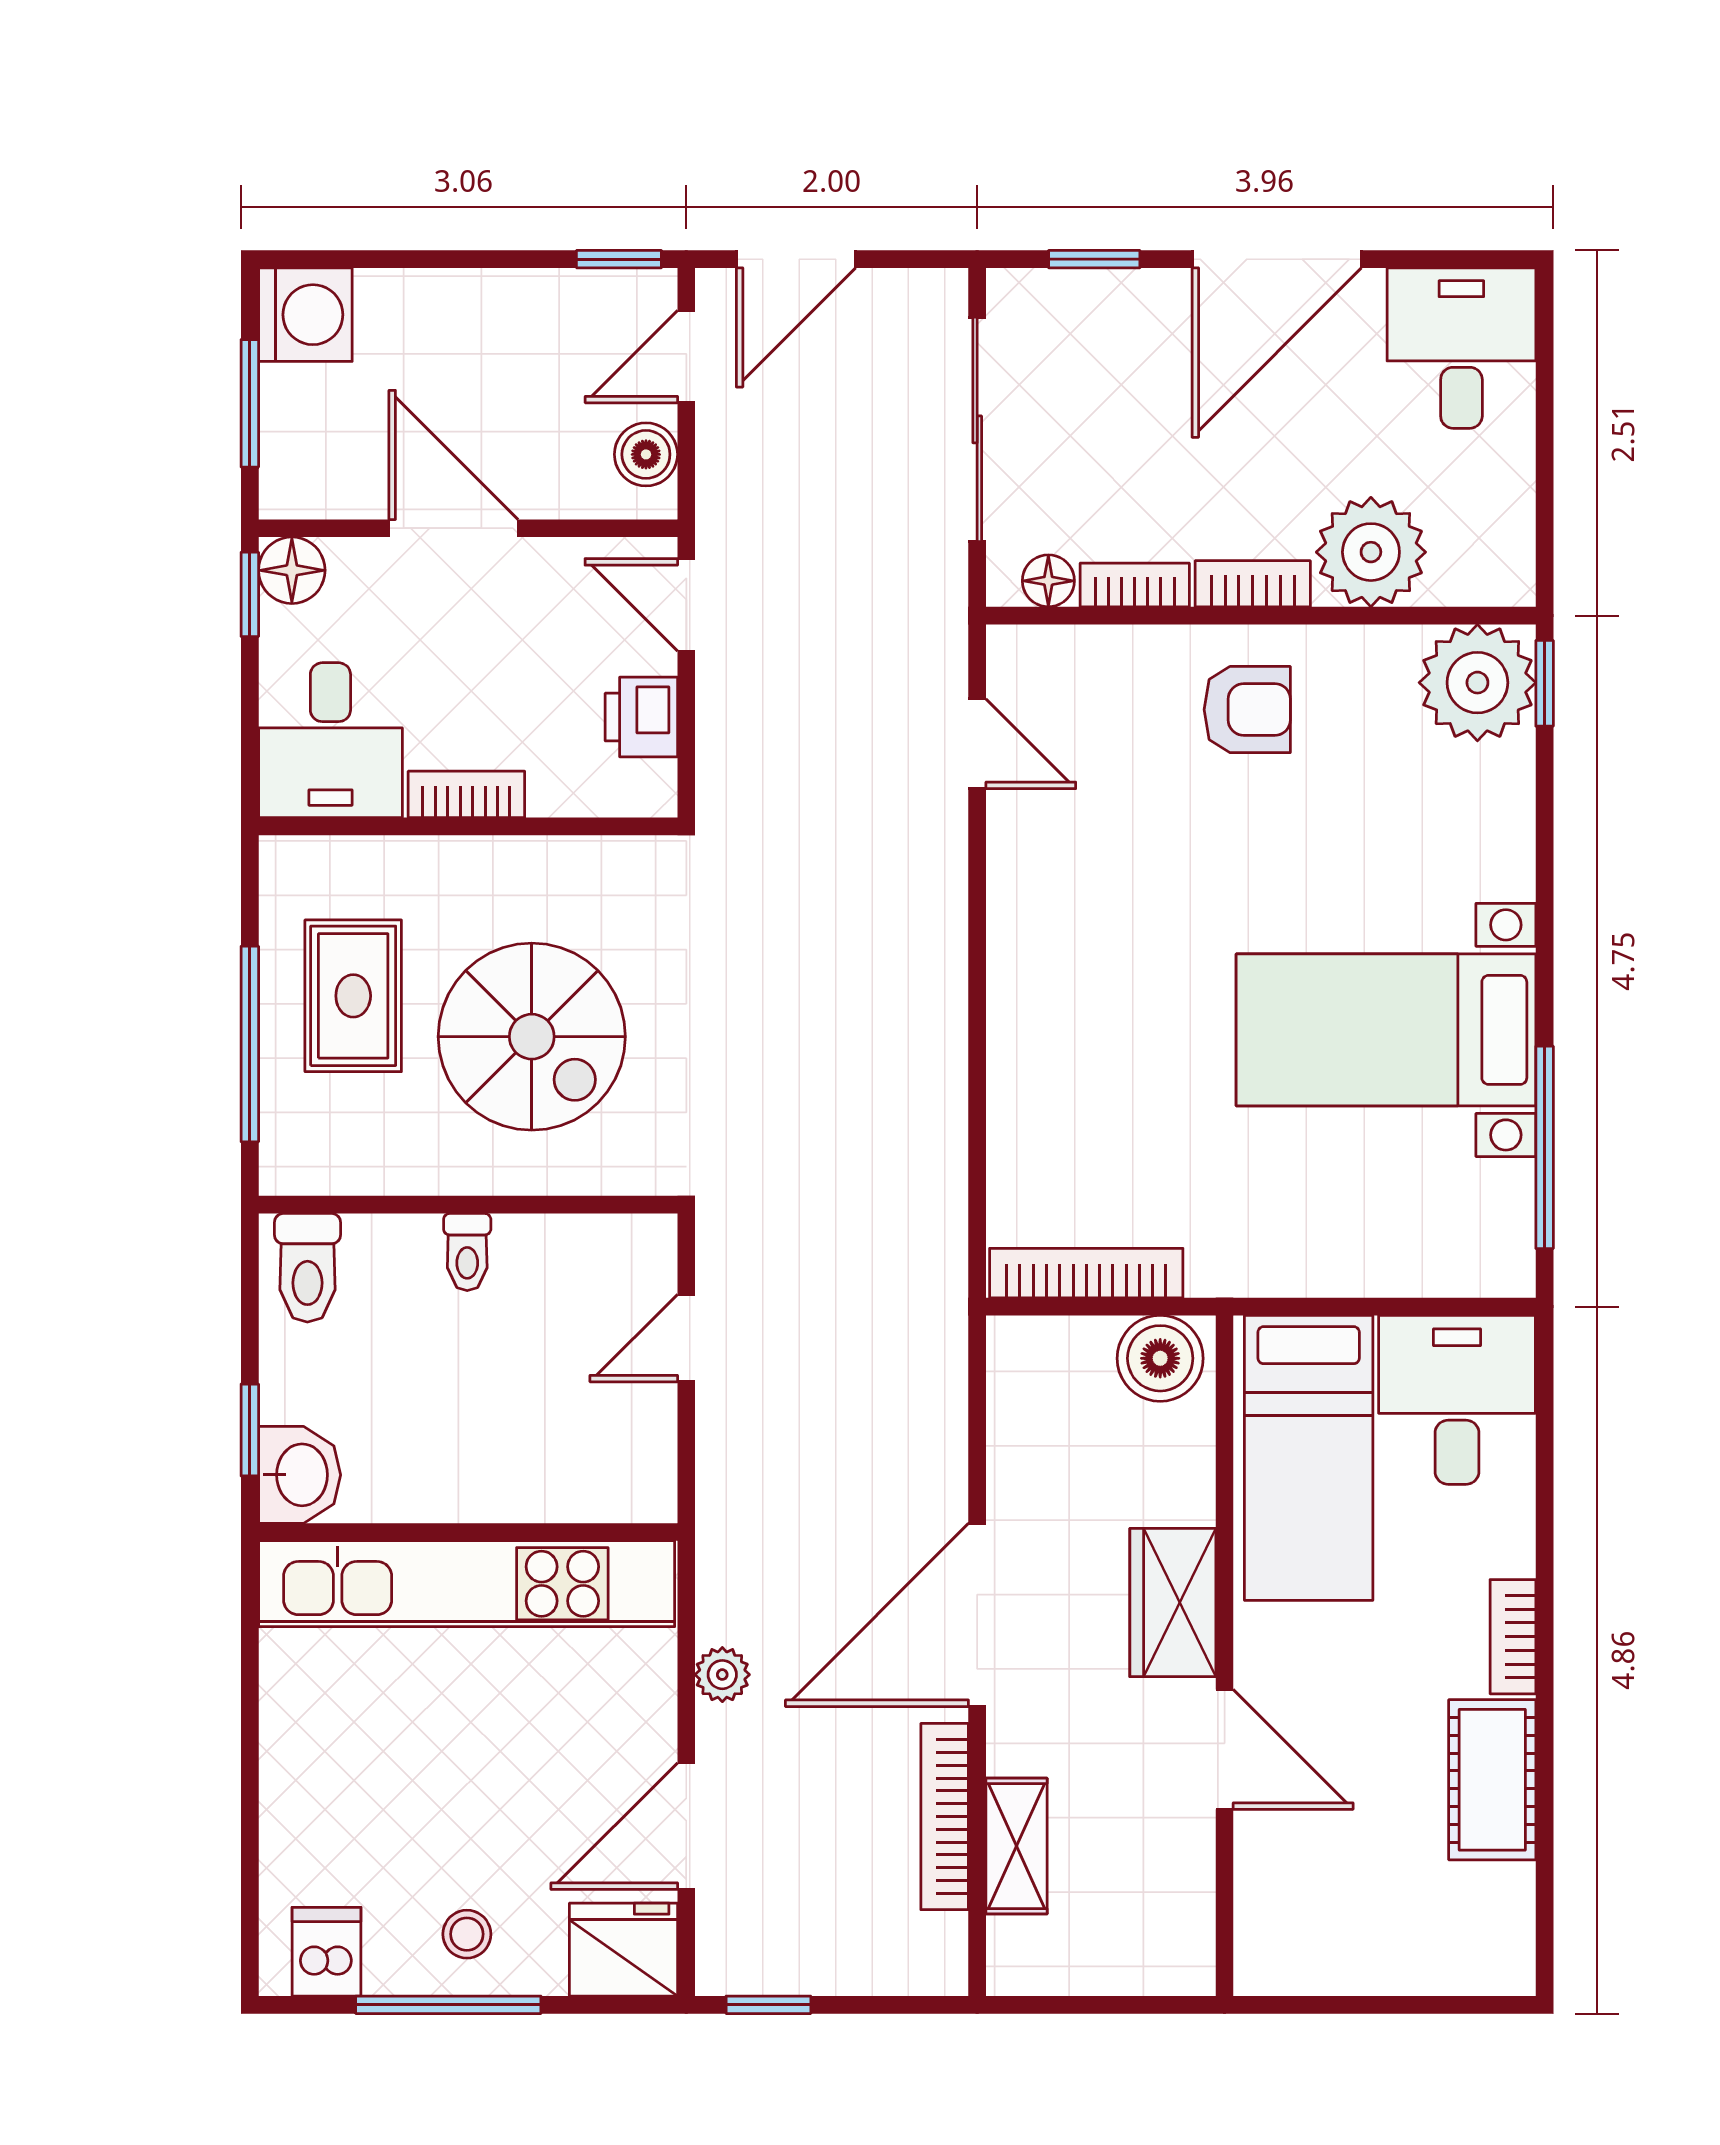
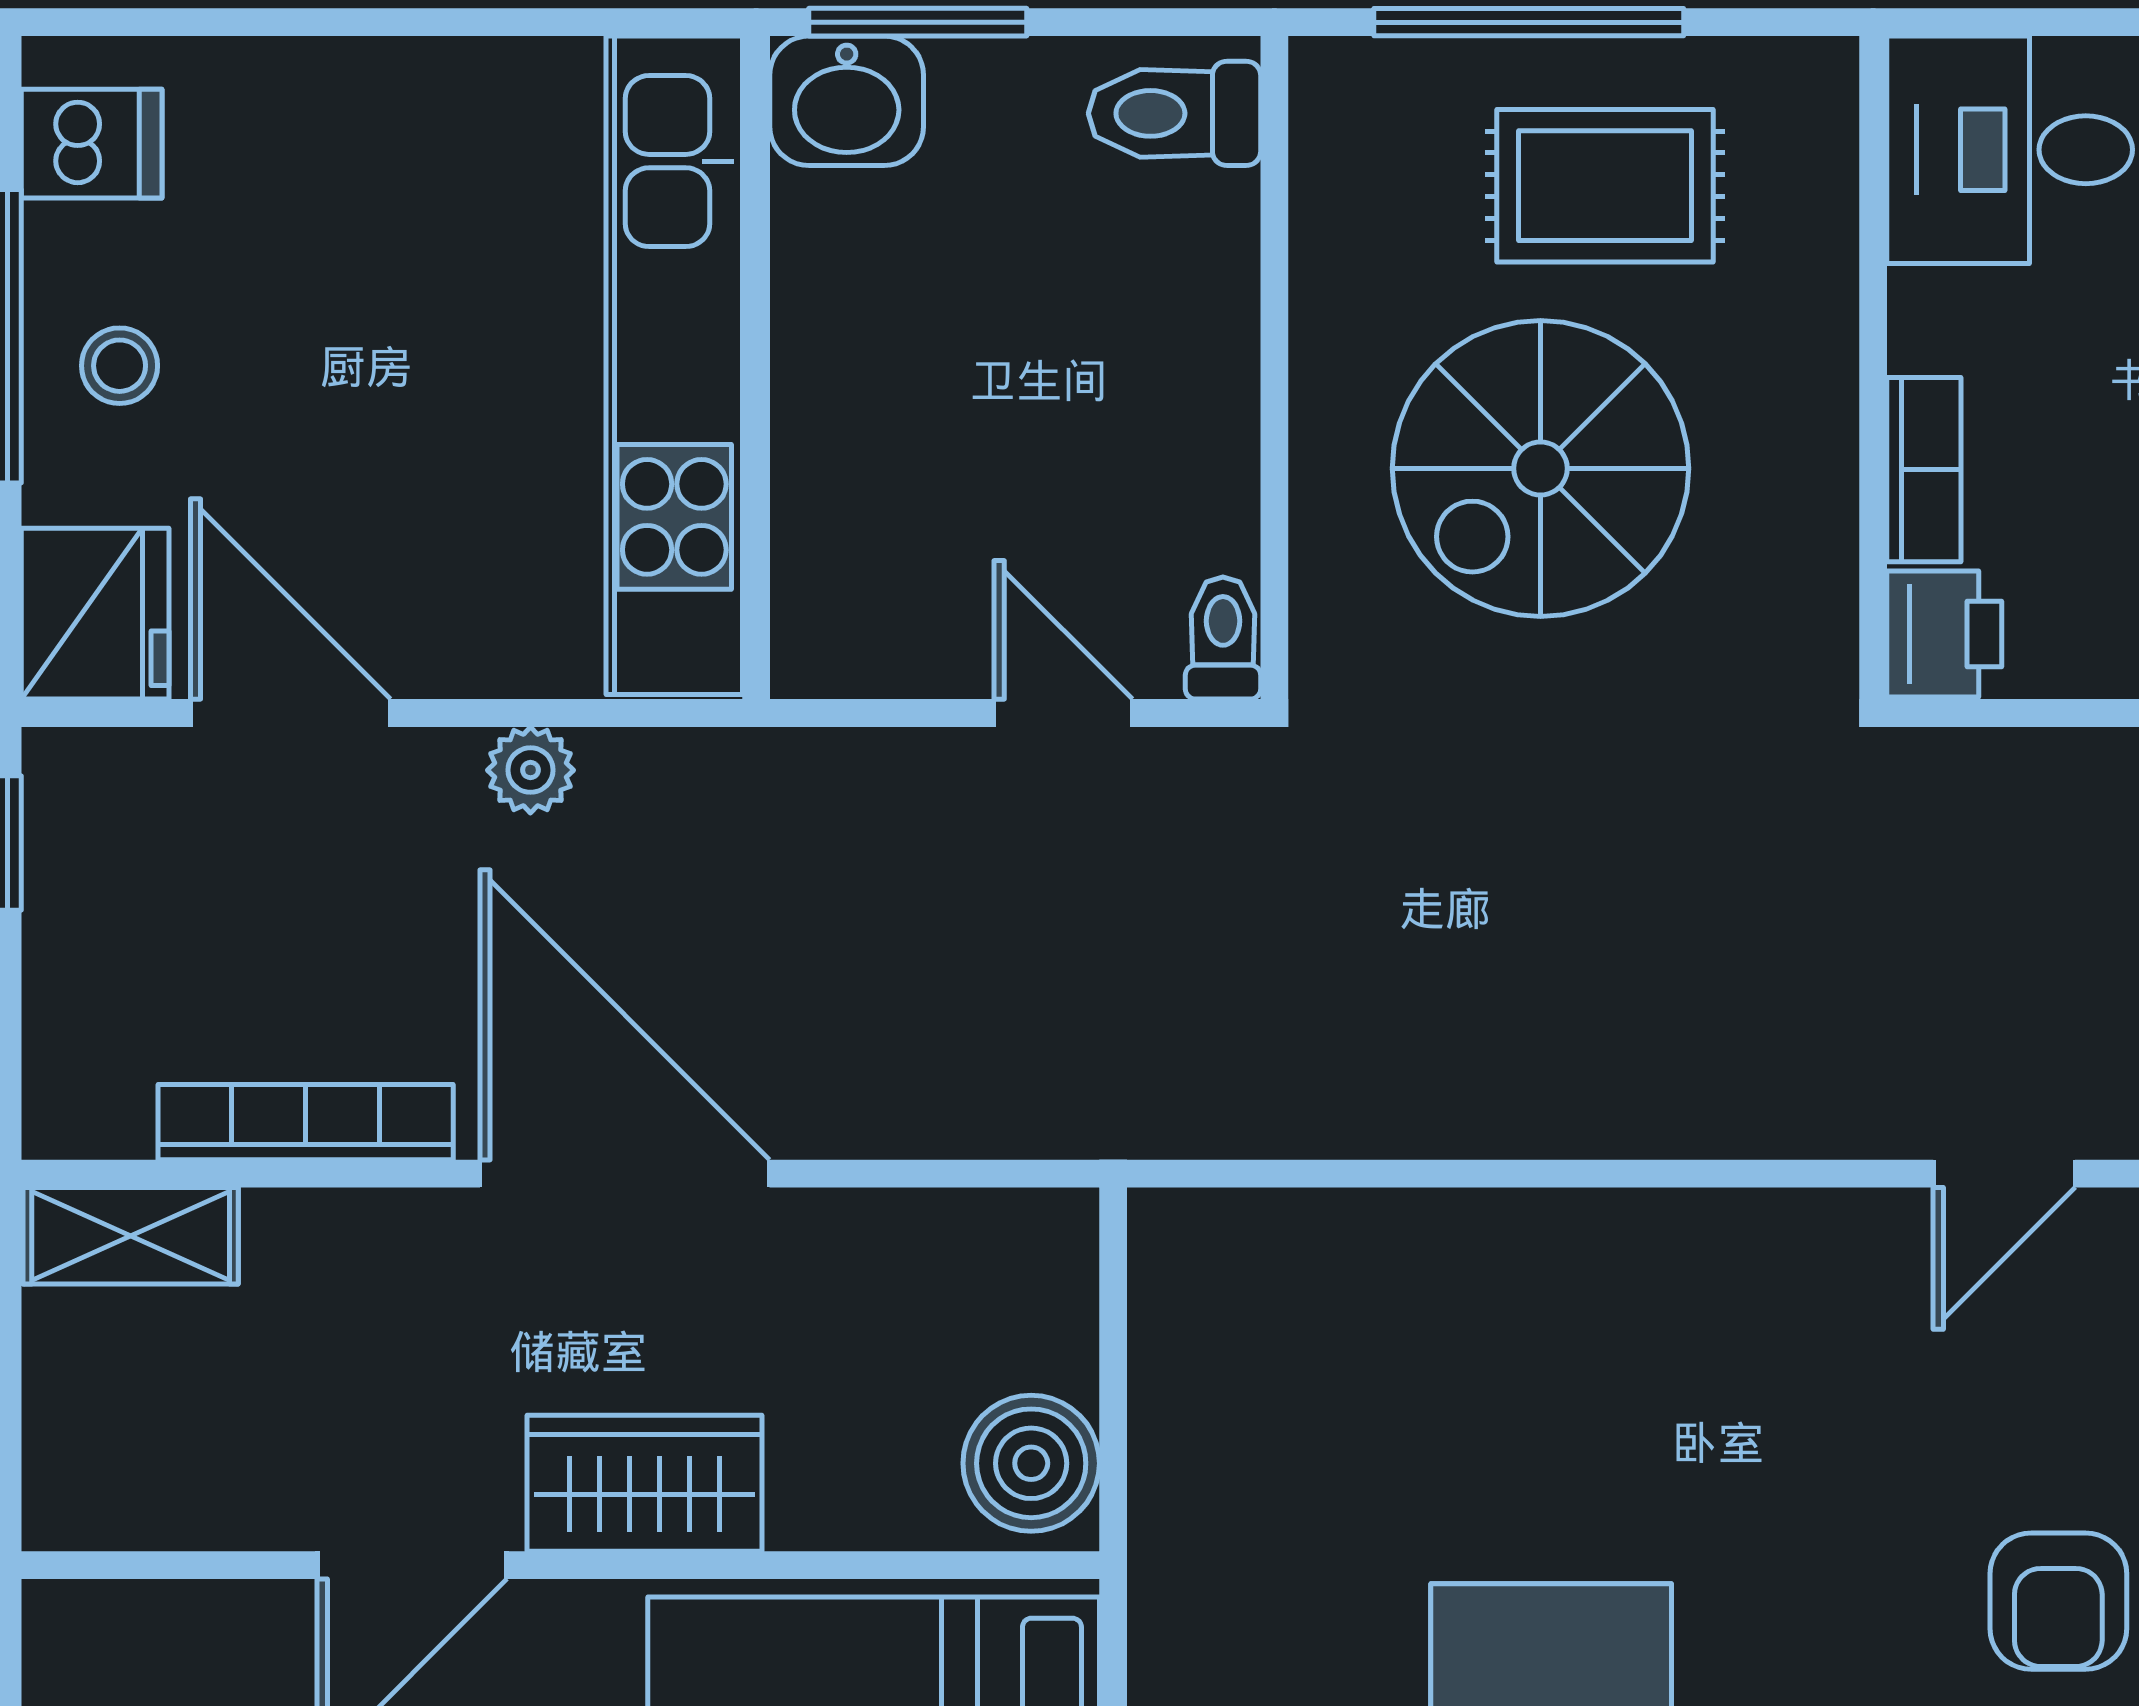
printer: (641, 717) -> (1944, 634), moved, turned 90
bookcase: (466, 794) -> (1924, 470), moved
toilet: (467, 1252) -> (1223, 638), moved, turned 90
bookcase: (1086, 1273) -> (1166, 1346), removed
window: (250, 1430) -> (918, 22), width x1.50
shelving: (1016, 1846) -> (131, 1236), moved

